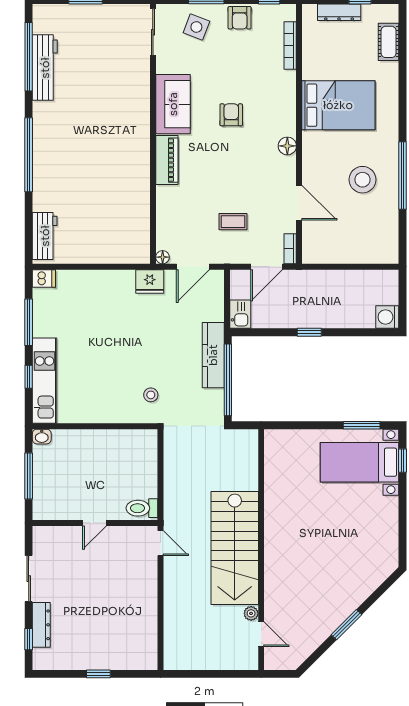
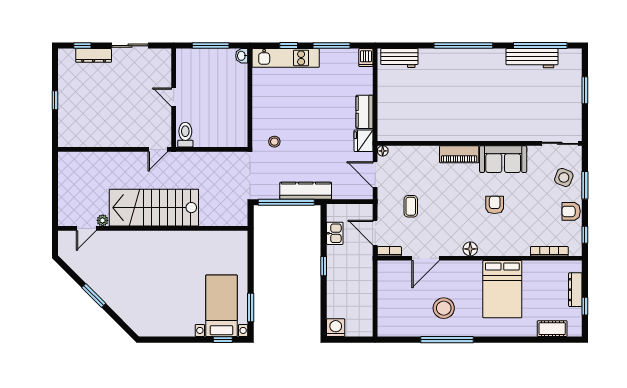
armchair: (231, 115) -> (495, 205), turned -90
kitchen counter: (113, 280) -> (365, 112), added
kitchen sink: (240, 314) -> (335, 233), moved, turned -90

